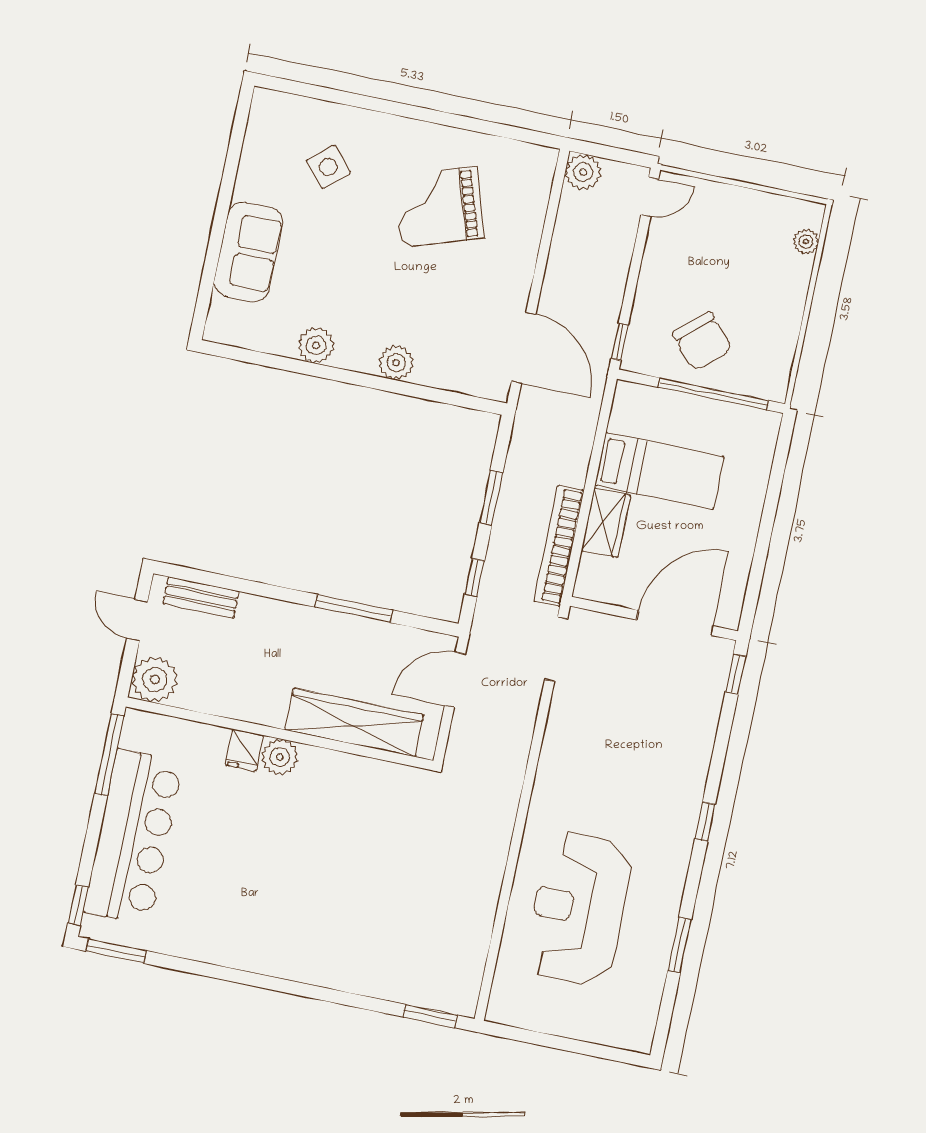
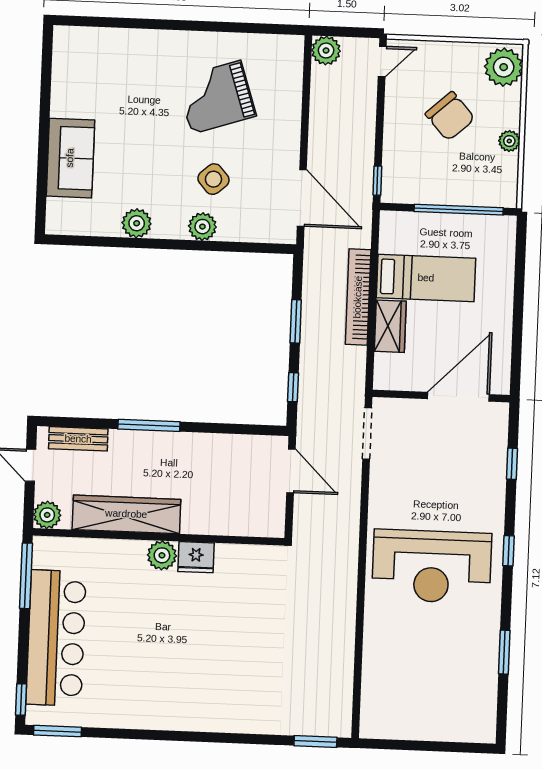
side table: (328, 167) -> (213, 179), moved
plant: (806, 242) -> (504, 67), width x1.87, depth x1.87
plant: (789, 320) -> (509, 141), added
chair: (702, 341) -> (450, 116), moved
bookcase: (559, 546) -> (358, 297), moved
window: (354, 608) -> (149, 425), moved
window: (736, 674) -> (512, 464), moved
plant: (155, 679) -> (47, 515), width x0.73, depth x0.73
door: (455, 680) -> (291, 471), swing flipped
wardrobe: (354, 722) -> (126, 514), moved
fridge: (244, 750) -> (196, 557), moved, width x1.38
reception desk: (579, 909) -> (432, 566), moved, turned -90

